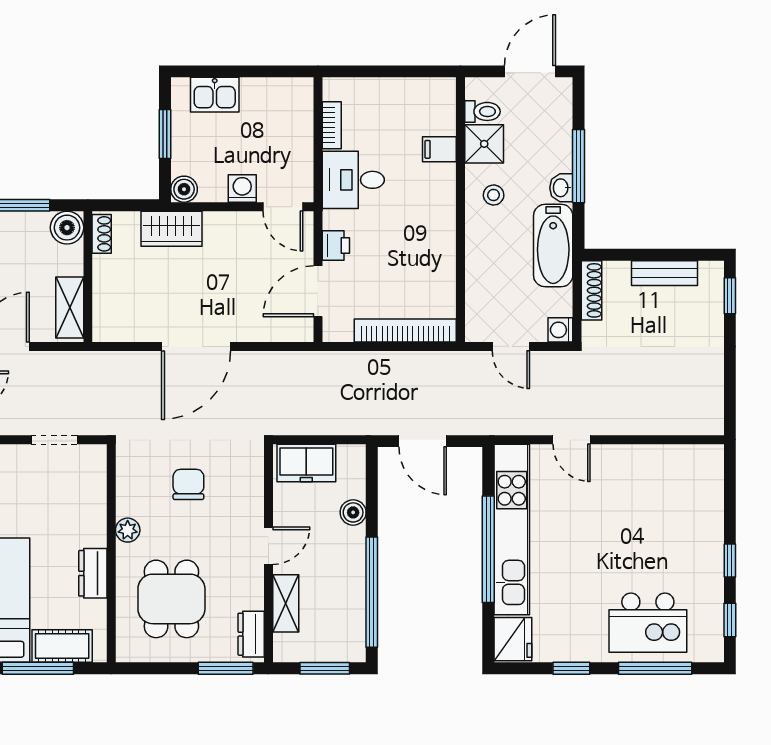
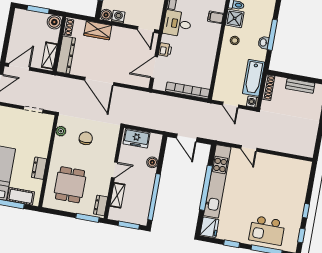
washing machine: (242, 189) -> (118, 17), moved
bathtub: (553, 246) -> (254, 78), moved
dresser: (108, 299) -> (66, 55), added
door: (196, 346) -> (99, 81), hinge flipped
plant: (128, 530) -> (61, 131), moved

